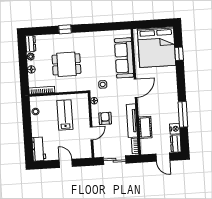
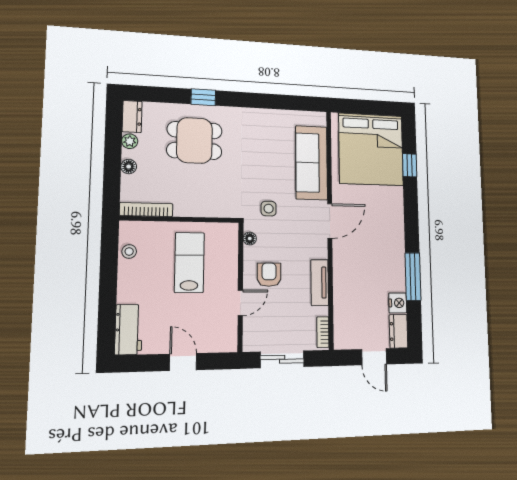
dining table: (66, 64) -> (194, 140), moved
tv unit: (132, 121) -> (320, 283), width x0.71
cot: (145, 127) -> (344, 297), removed

